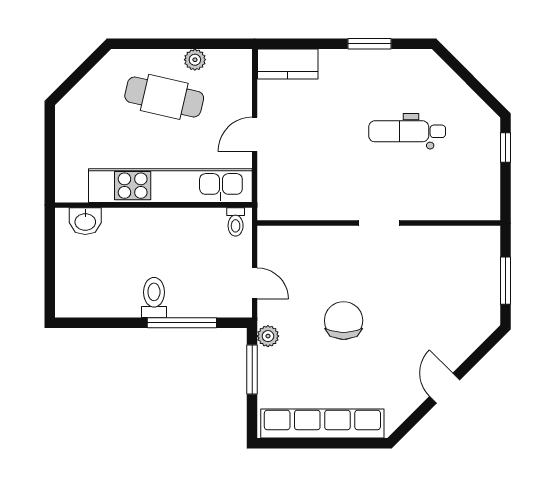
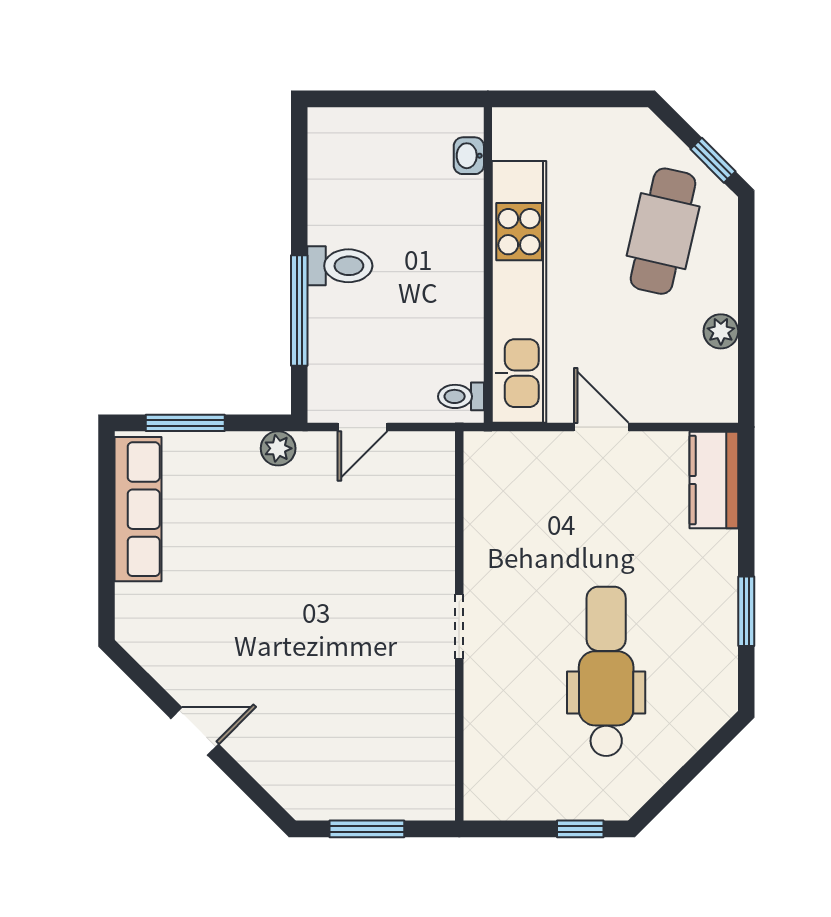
window: (88, 65) -> (713, 160), added
cafe table: (164, 97) -> (663, 231), moved
dental chair: (407, 131) -> (606, 671), width x1.36, depth x1.38
washbasin: (85, 221) -> (469, 156), width x0.72, depth x0.69
chair: (344, 321) -> (303, 570), removed
window: (252, 370) -> (185, 423), moved
row of seats: (322, 423) -> (138, 509), width x0.73

